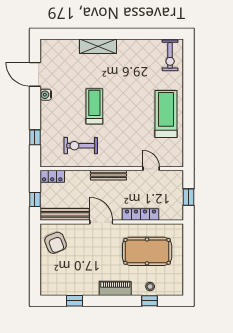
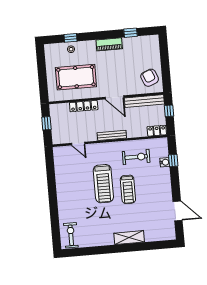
water cooler: (46, 95) -> (165, 162), moved
treadmill: (166, 114) -> (103, 184), moved
piano: (115, 289) -> (109, 44), moved

